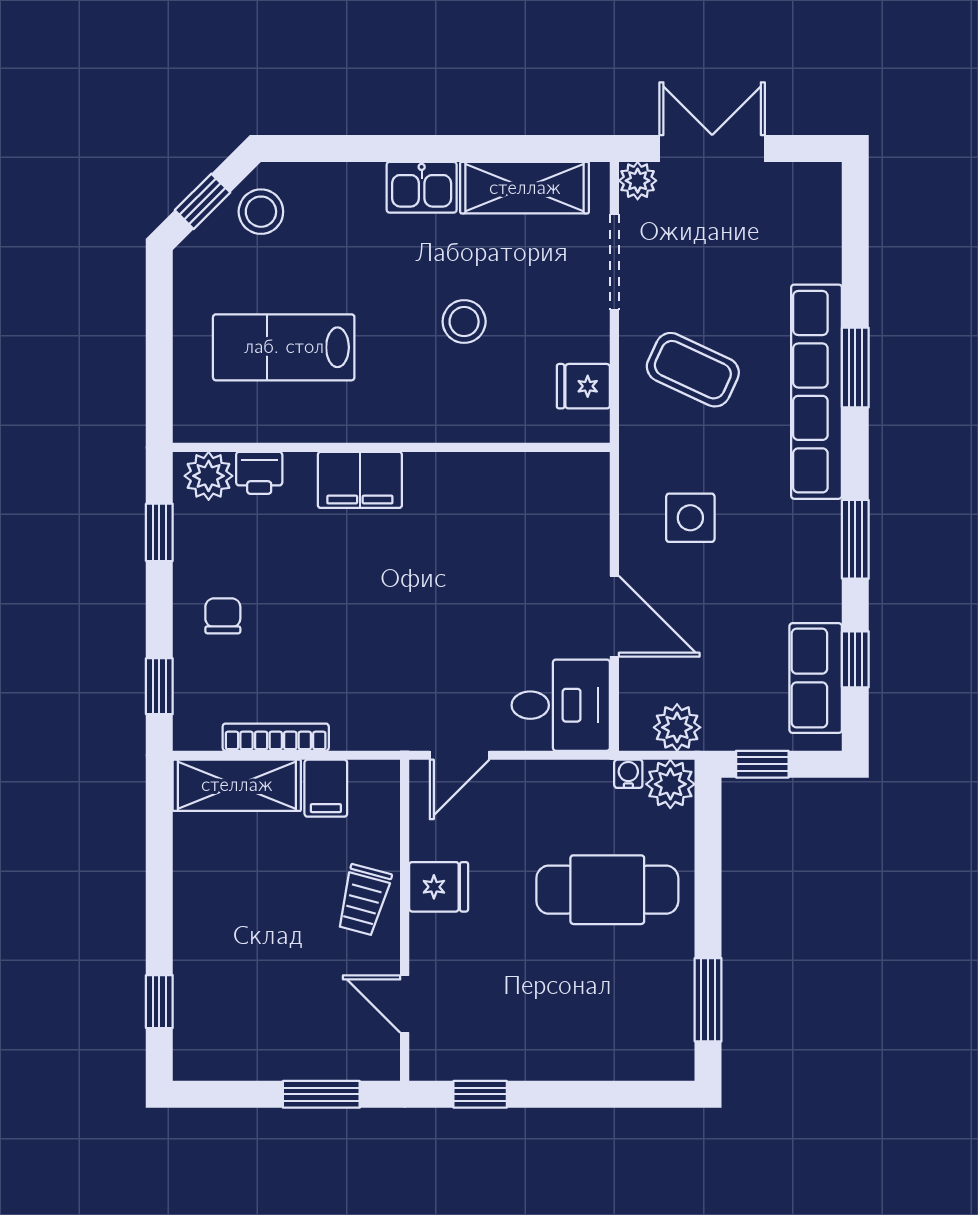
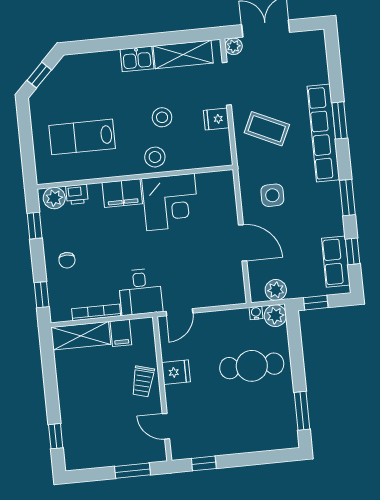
stool: (261, 212) -> (155, 157), moved
fridge: (583, 386) -> (216, 119), moved
corner desk: (464, 510) -> (170, 202), added
chair: (223, 616) -> (67, 260), turned 180
desk: (561, 705) -> (140, 292), moved, turned 90

